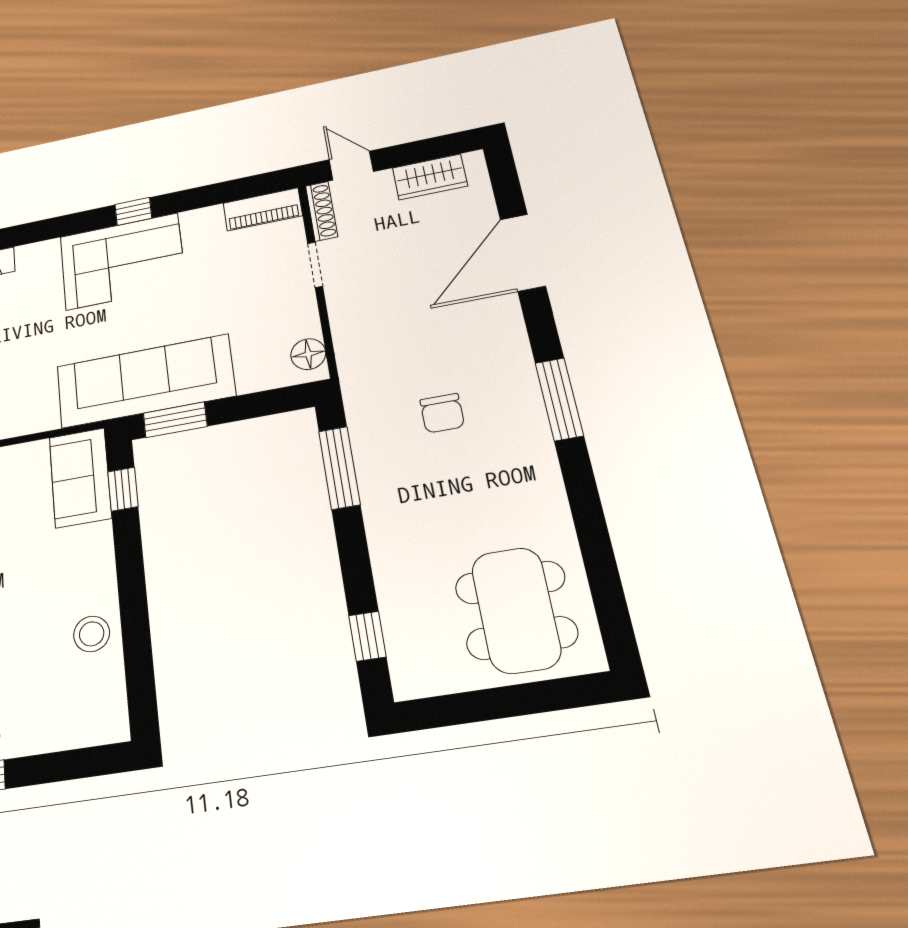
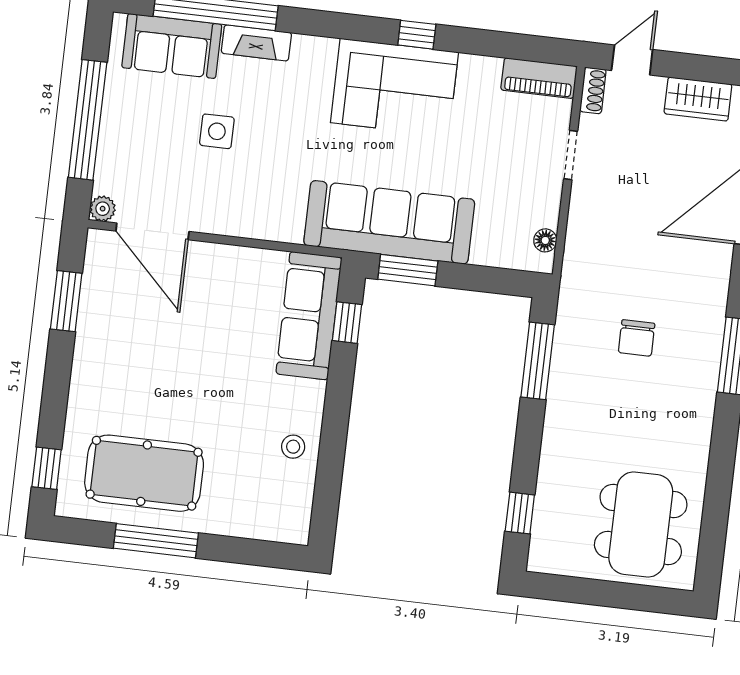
door: (351, 166) -> (632, 60), hinge flipped
shoe rack: (322, 211) -> (593, 90), width x0.70
floor lamp: (308, 354) -> (545, 240), width x0.73, depth x0.73
sofa: (80, 478) -> (309, 316), width x1.36
stool: (92, 634) -> (293, 447), width x0.73, depth x0.73

